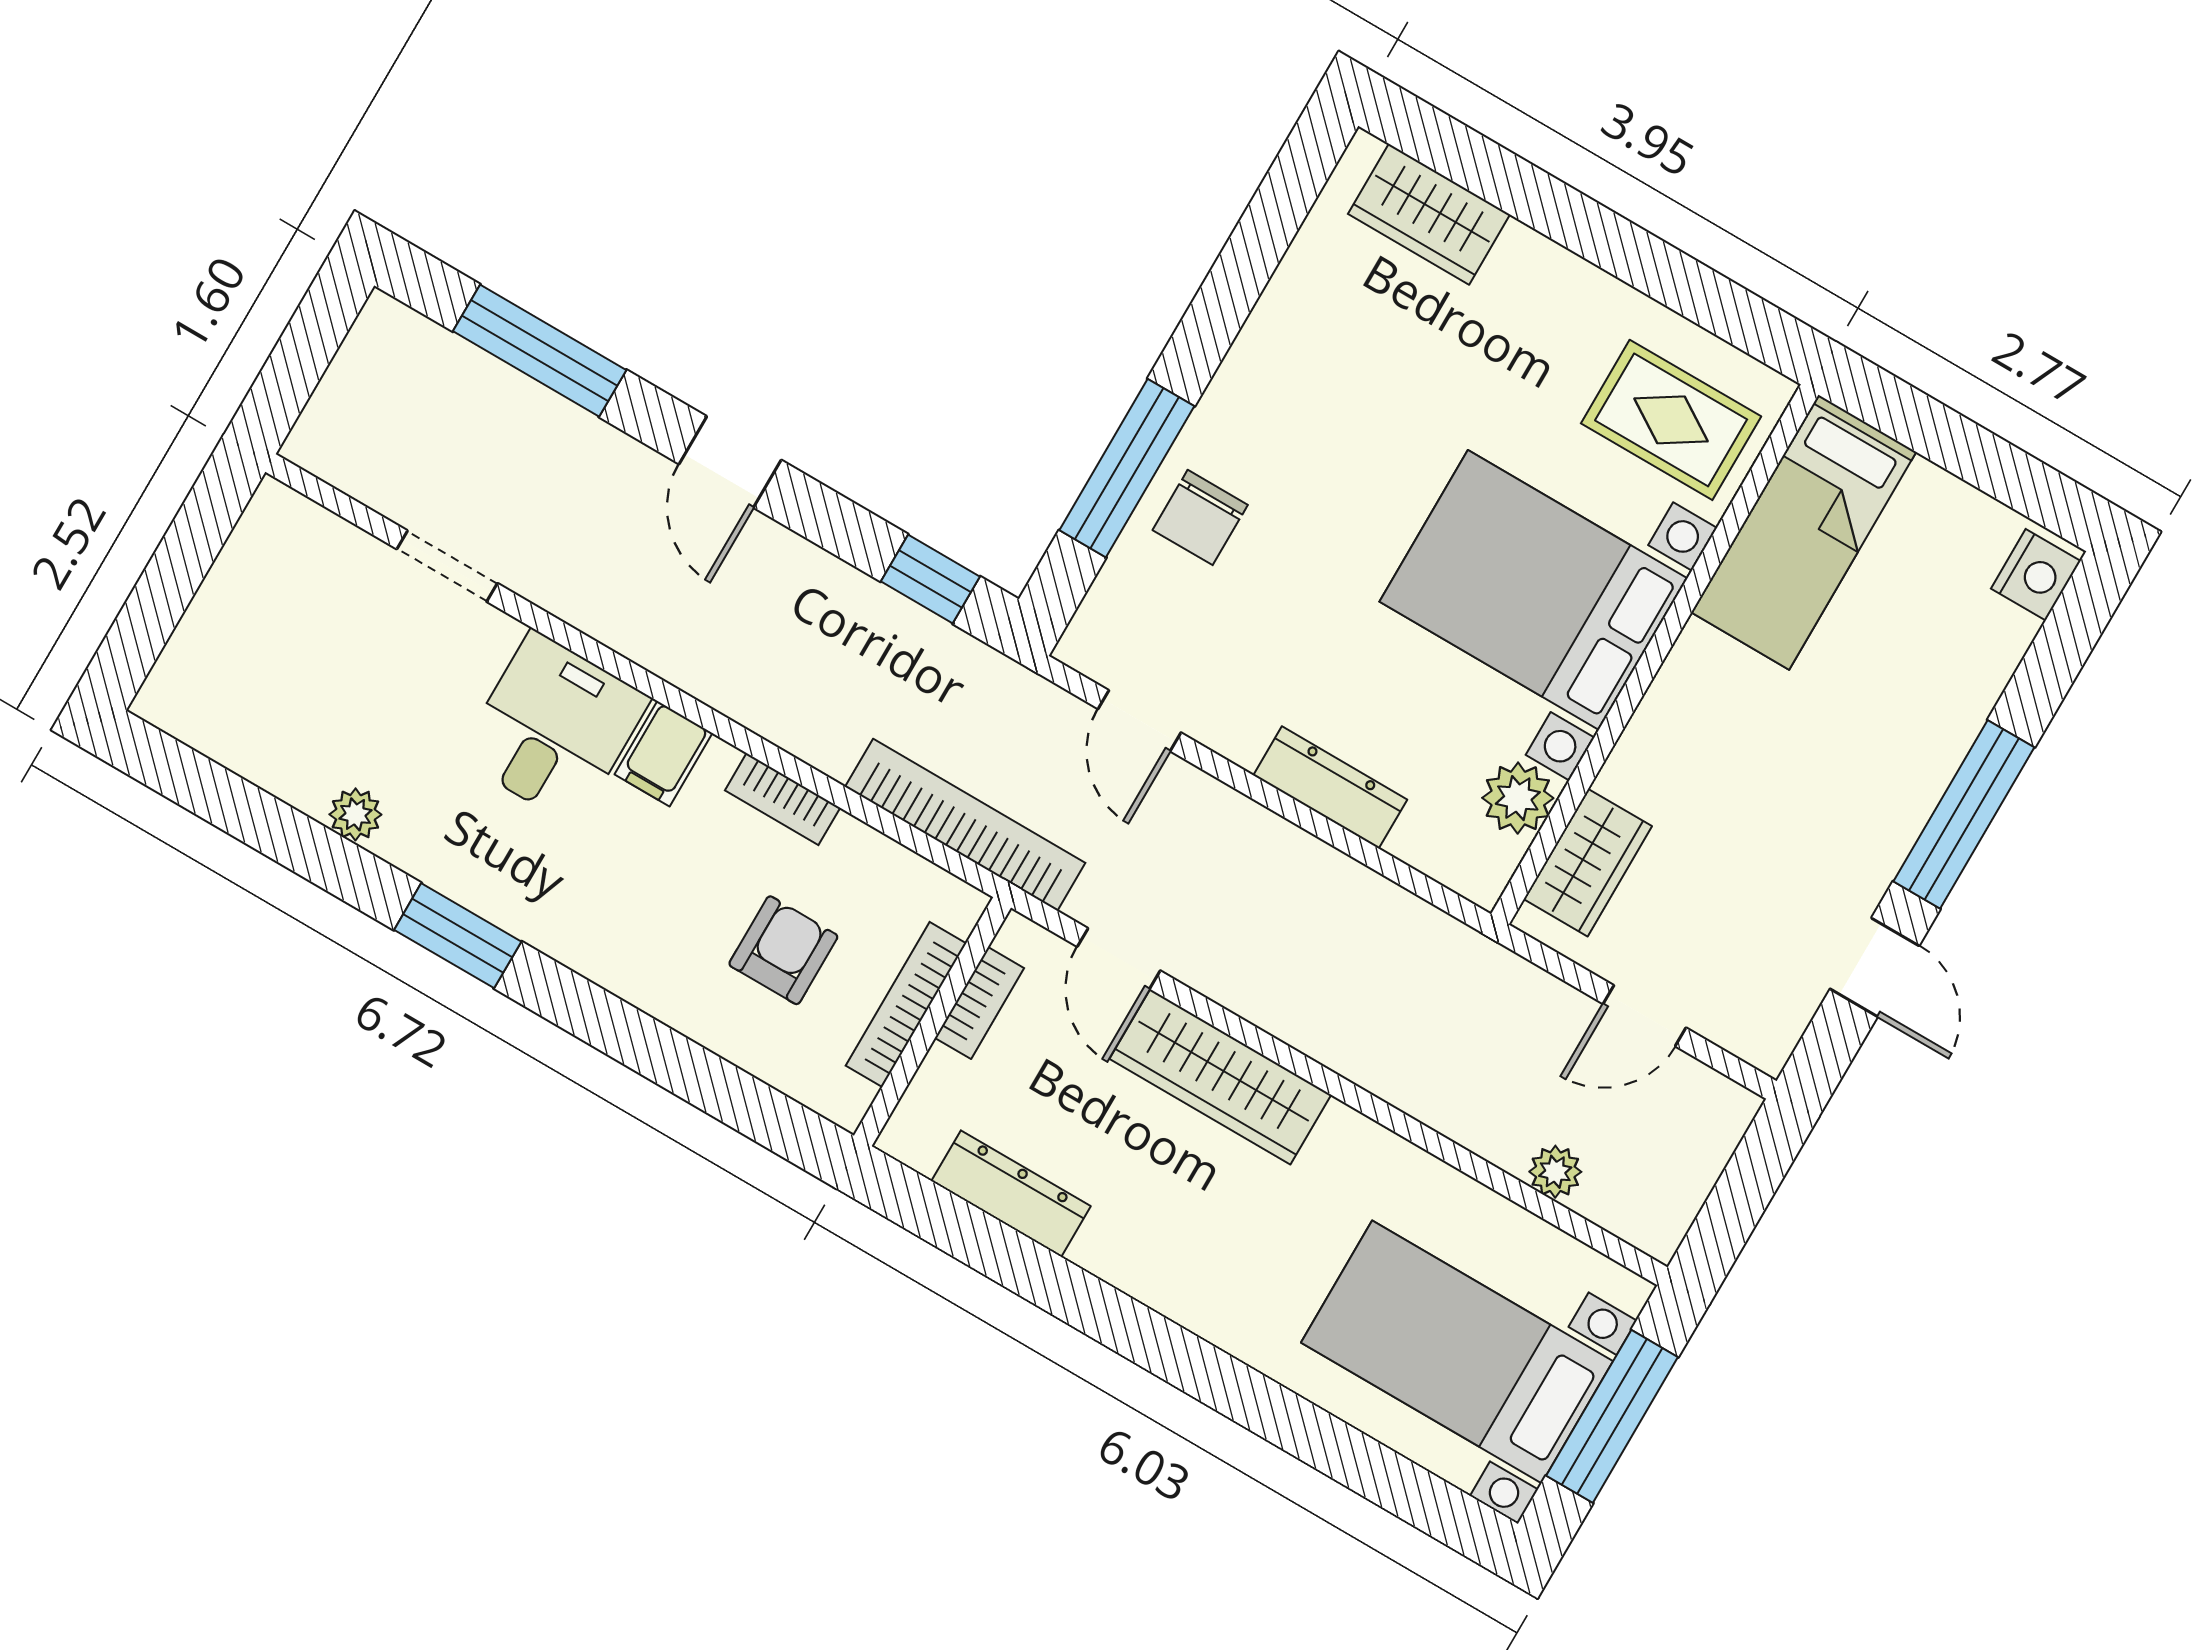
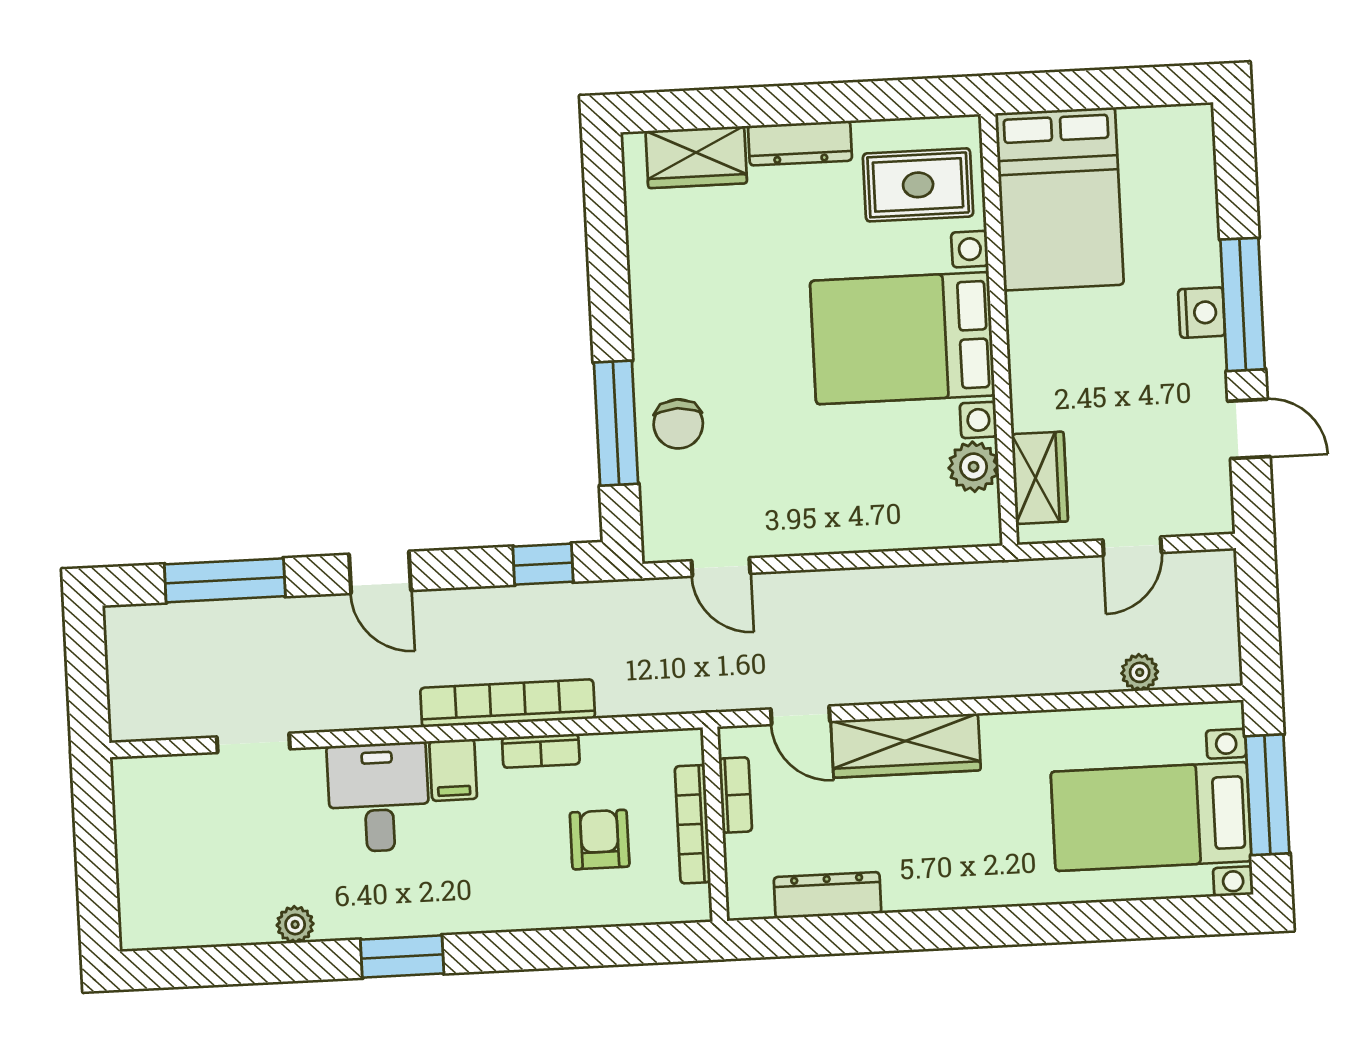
bed: (1804, 532) -> (1059, 199), width x1.50
nightstand: (2036, 575) -> (1202, 313), moved
dresser: (1330, 787) -> (800, 143), moved, turned 180
bookcase: (965, 825) -> (508, 703), moved

